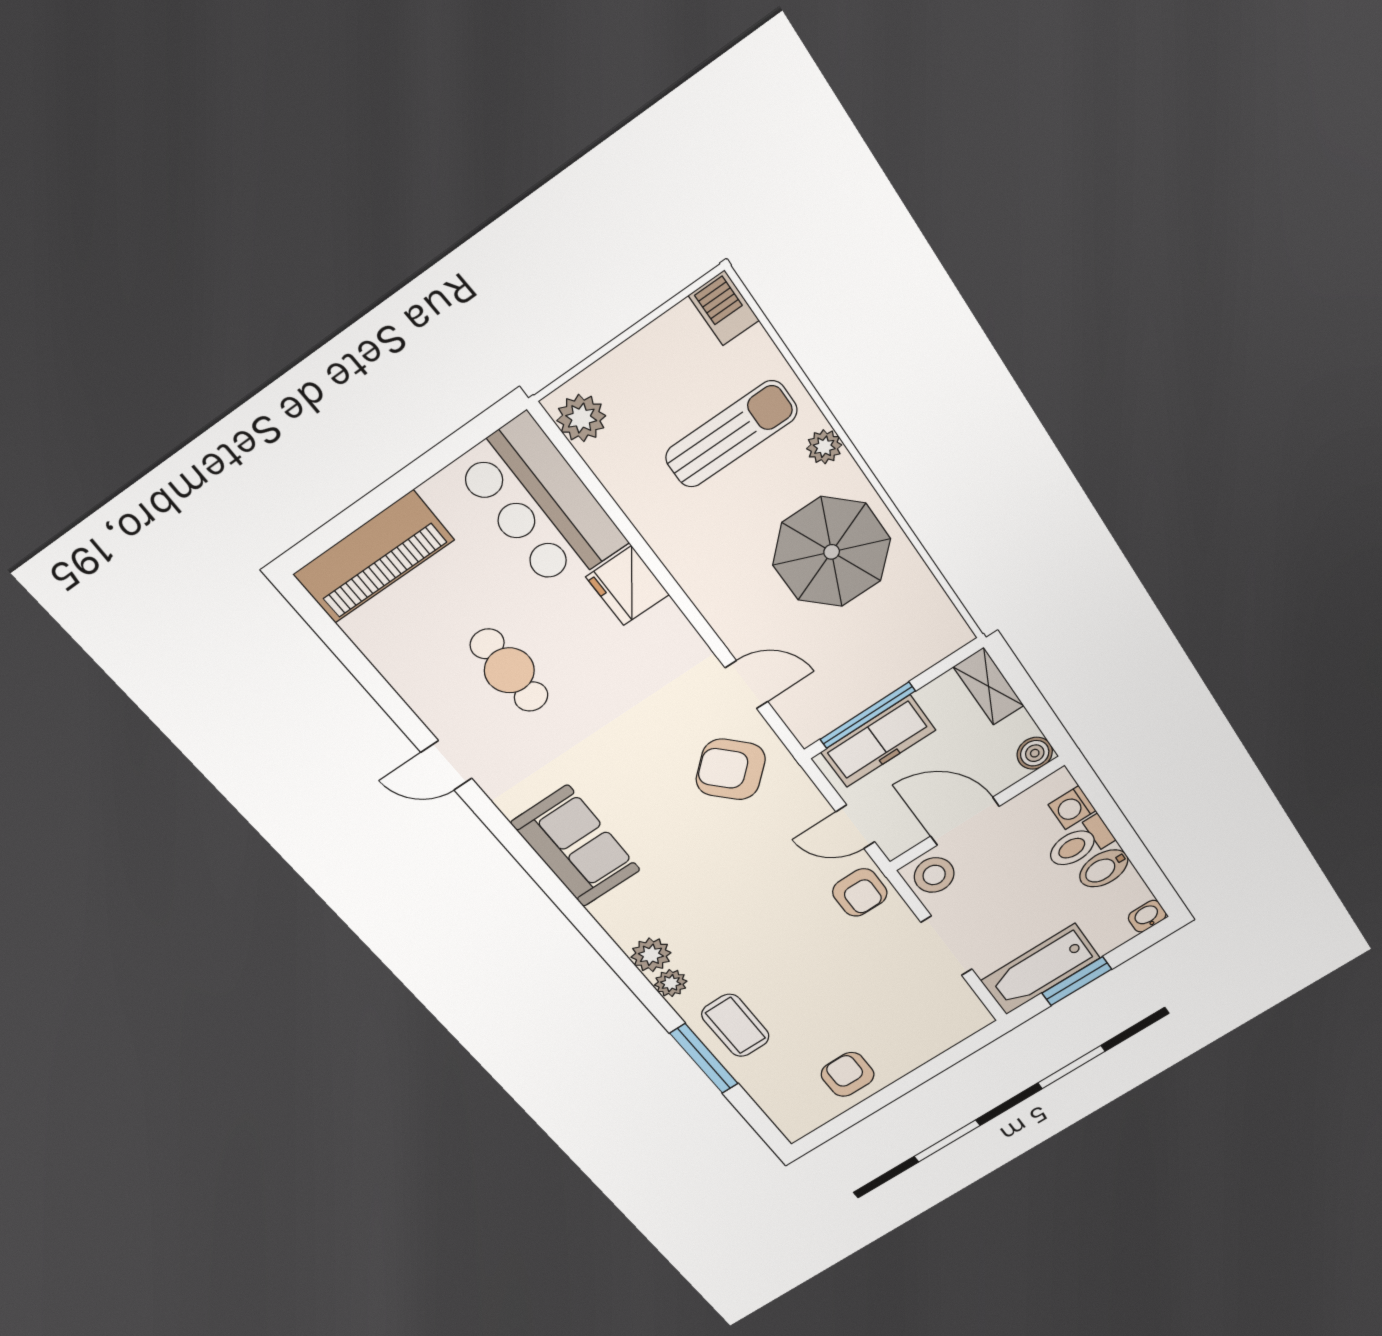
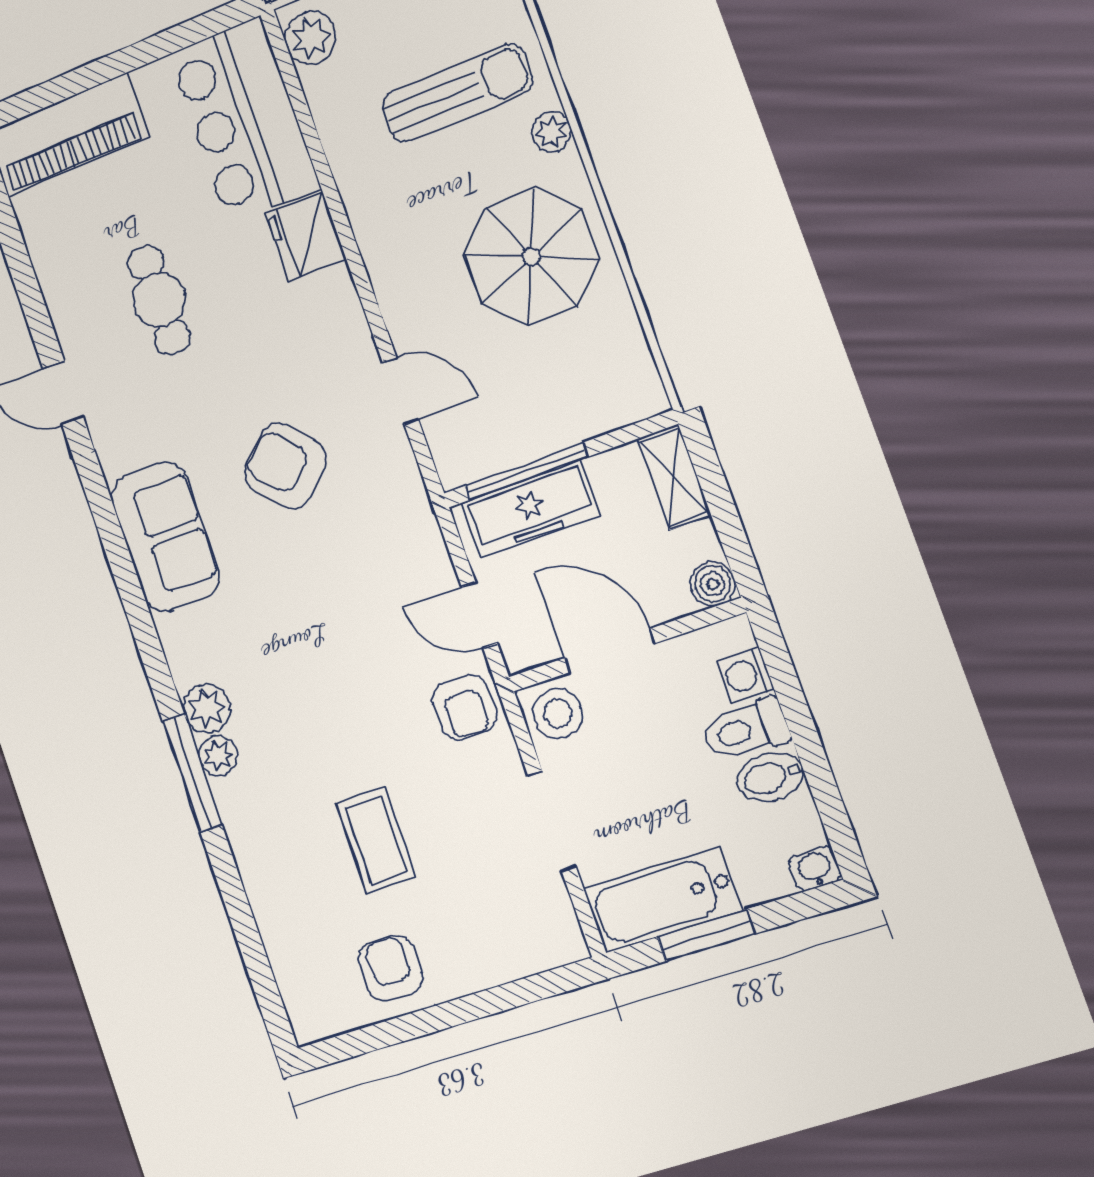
armchair: (731, 769) -> (285, 466), moved
coffee table: (735, 1025) -> (376, 840), moved
window: (704, 1059) -> (192, 773), moved

